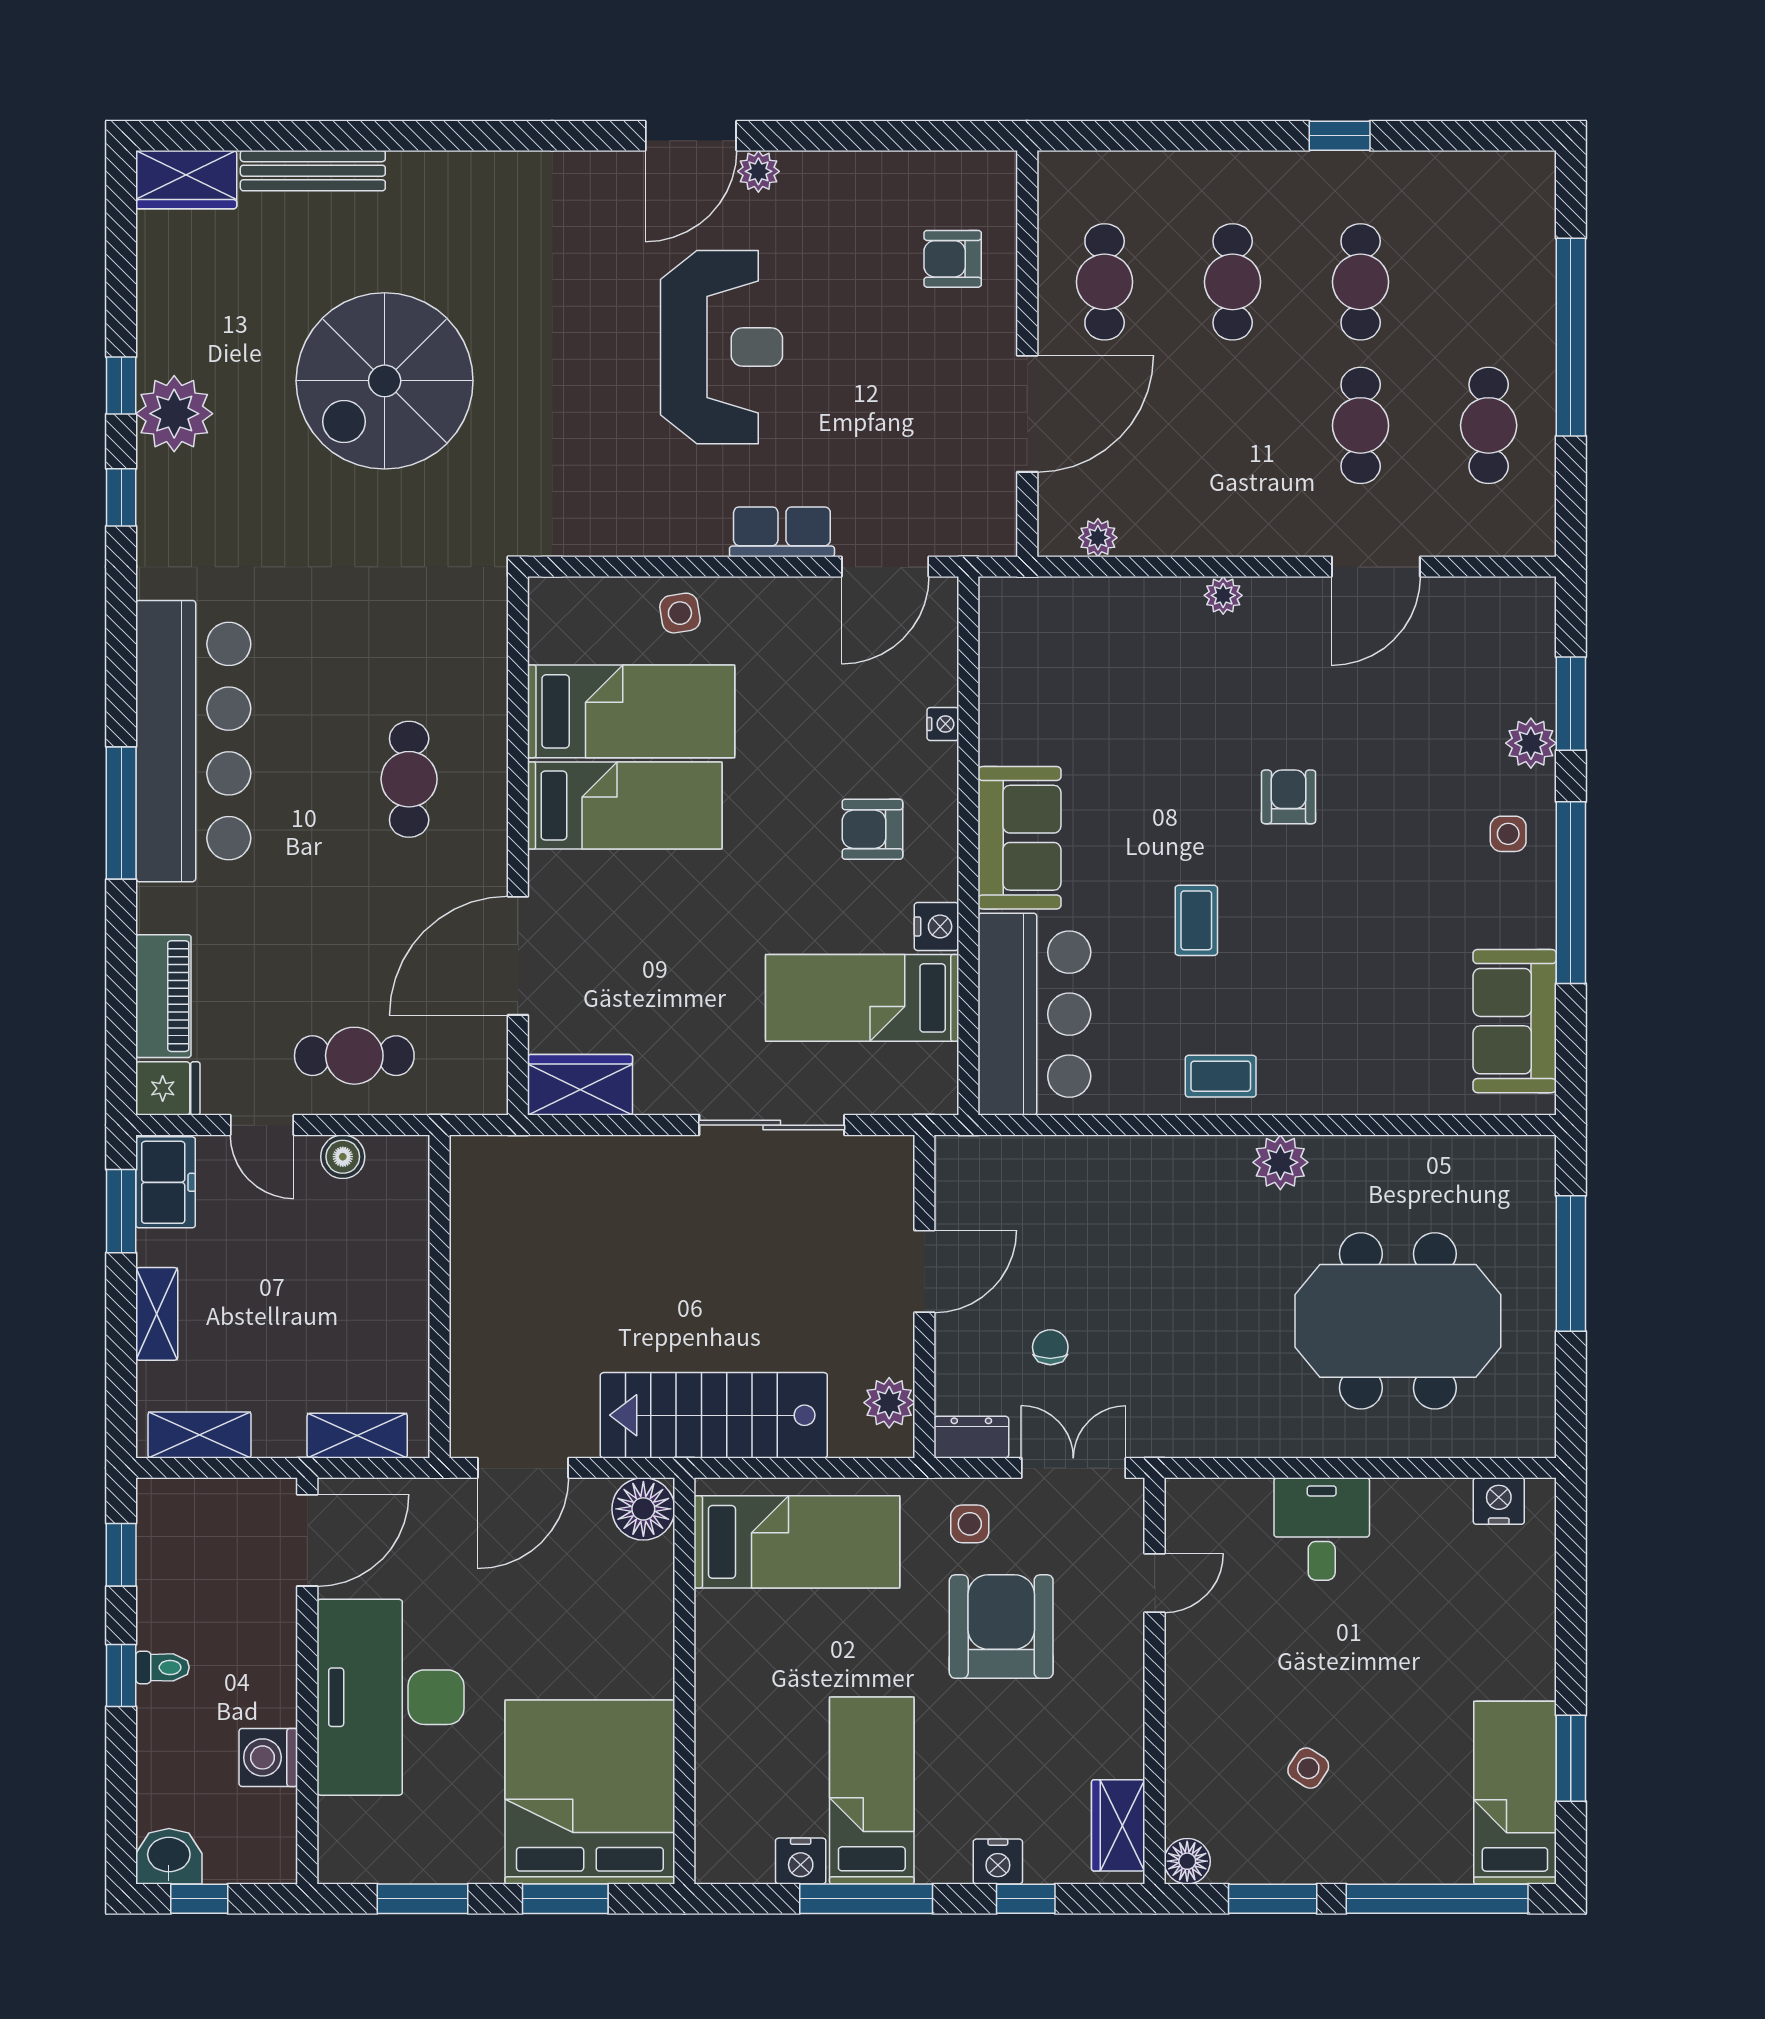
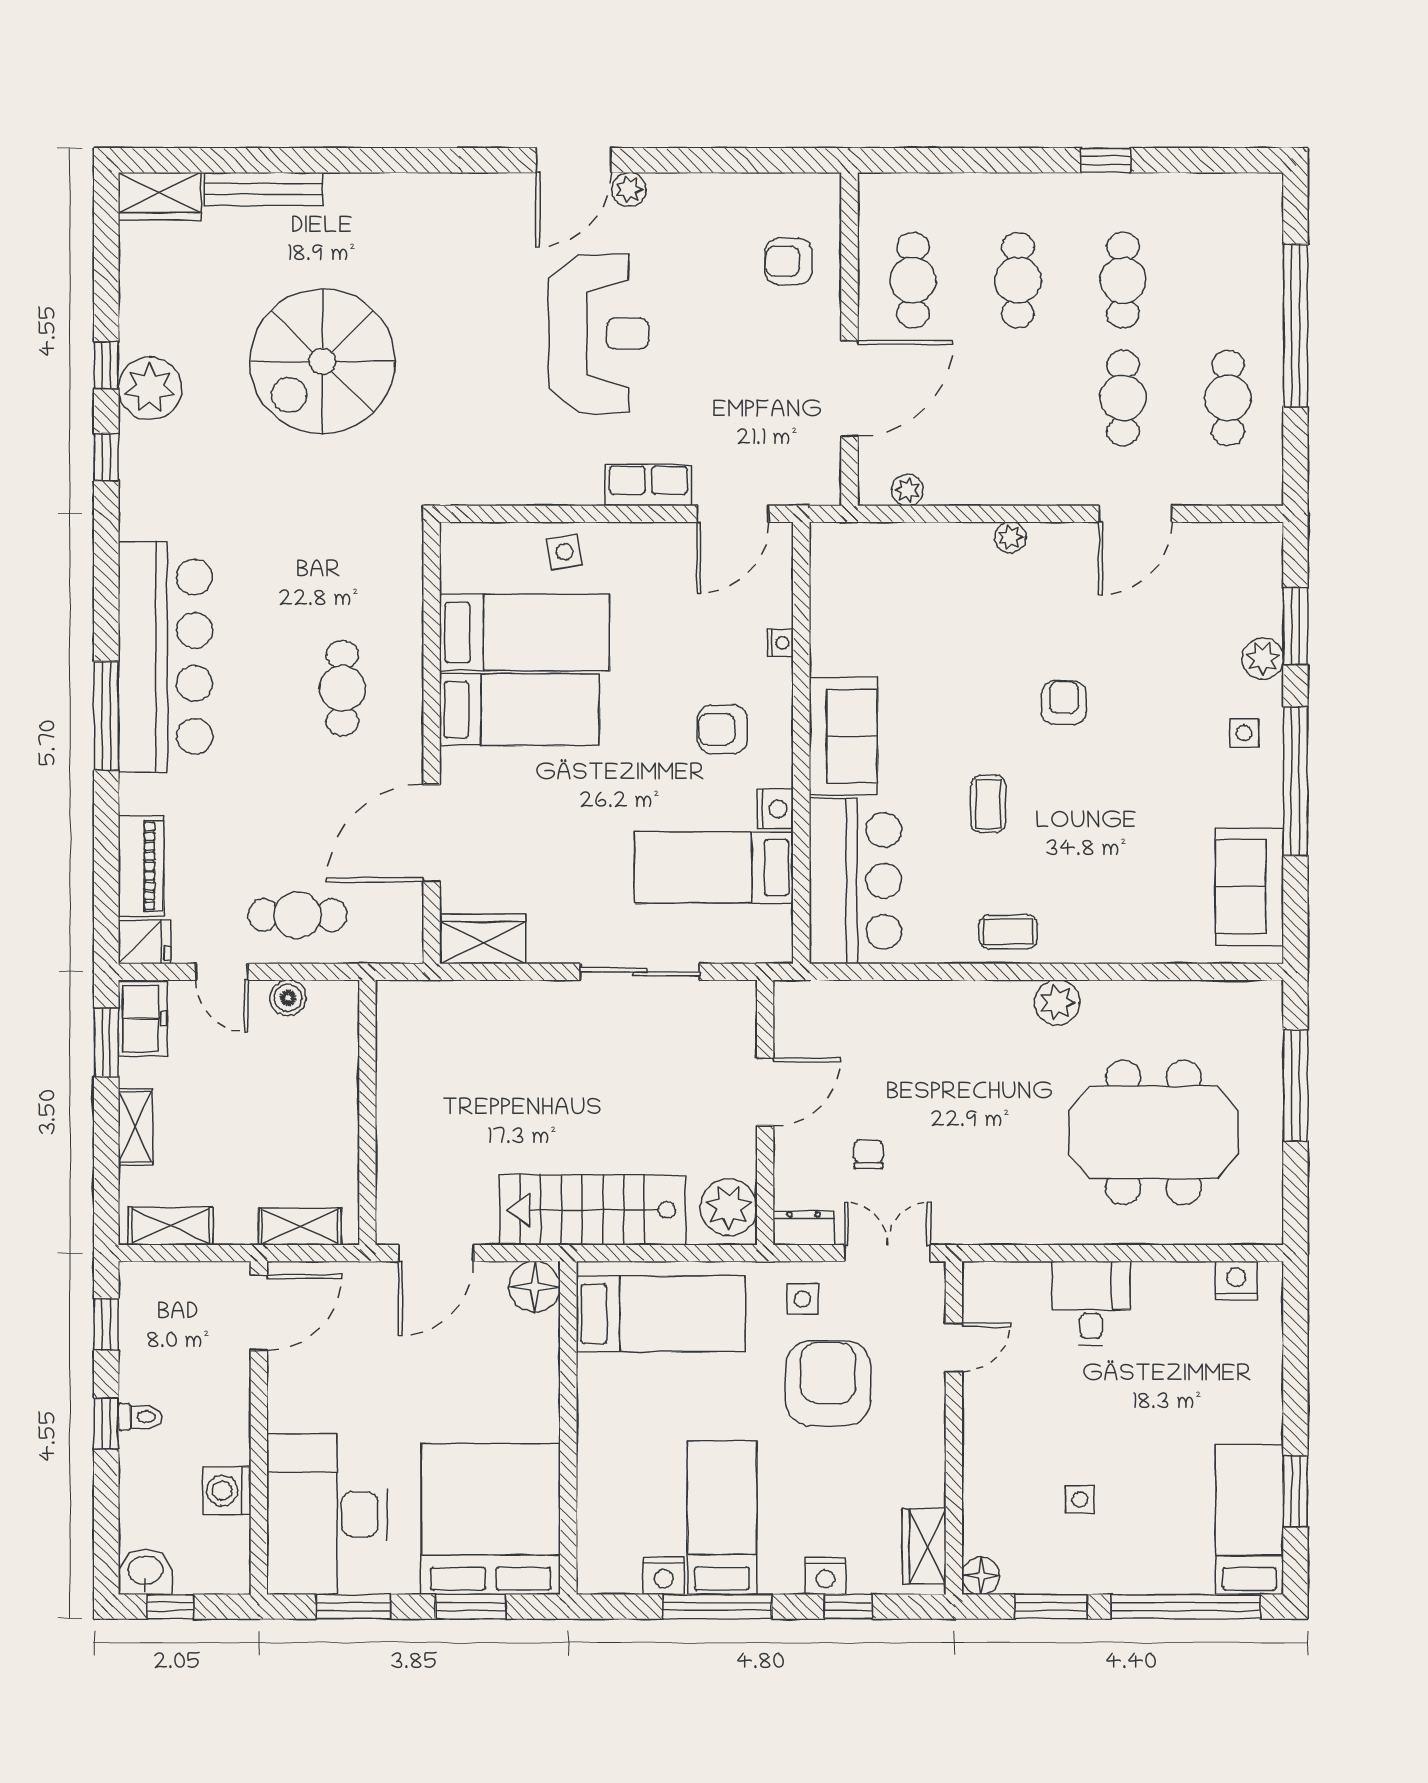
plant: (889, 1403) -> (729, 1207), width x1.36, depth x1.36
desk: (390, 1697) -> (327, 1514), moved
side table: (1308, 1768) -> (1080, 1499), turned -33

